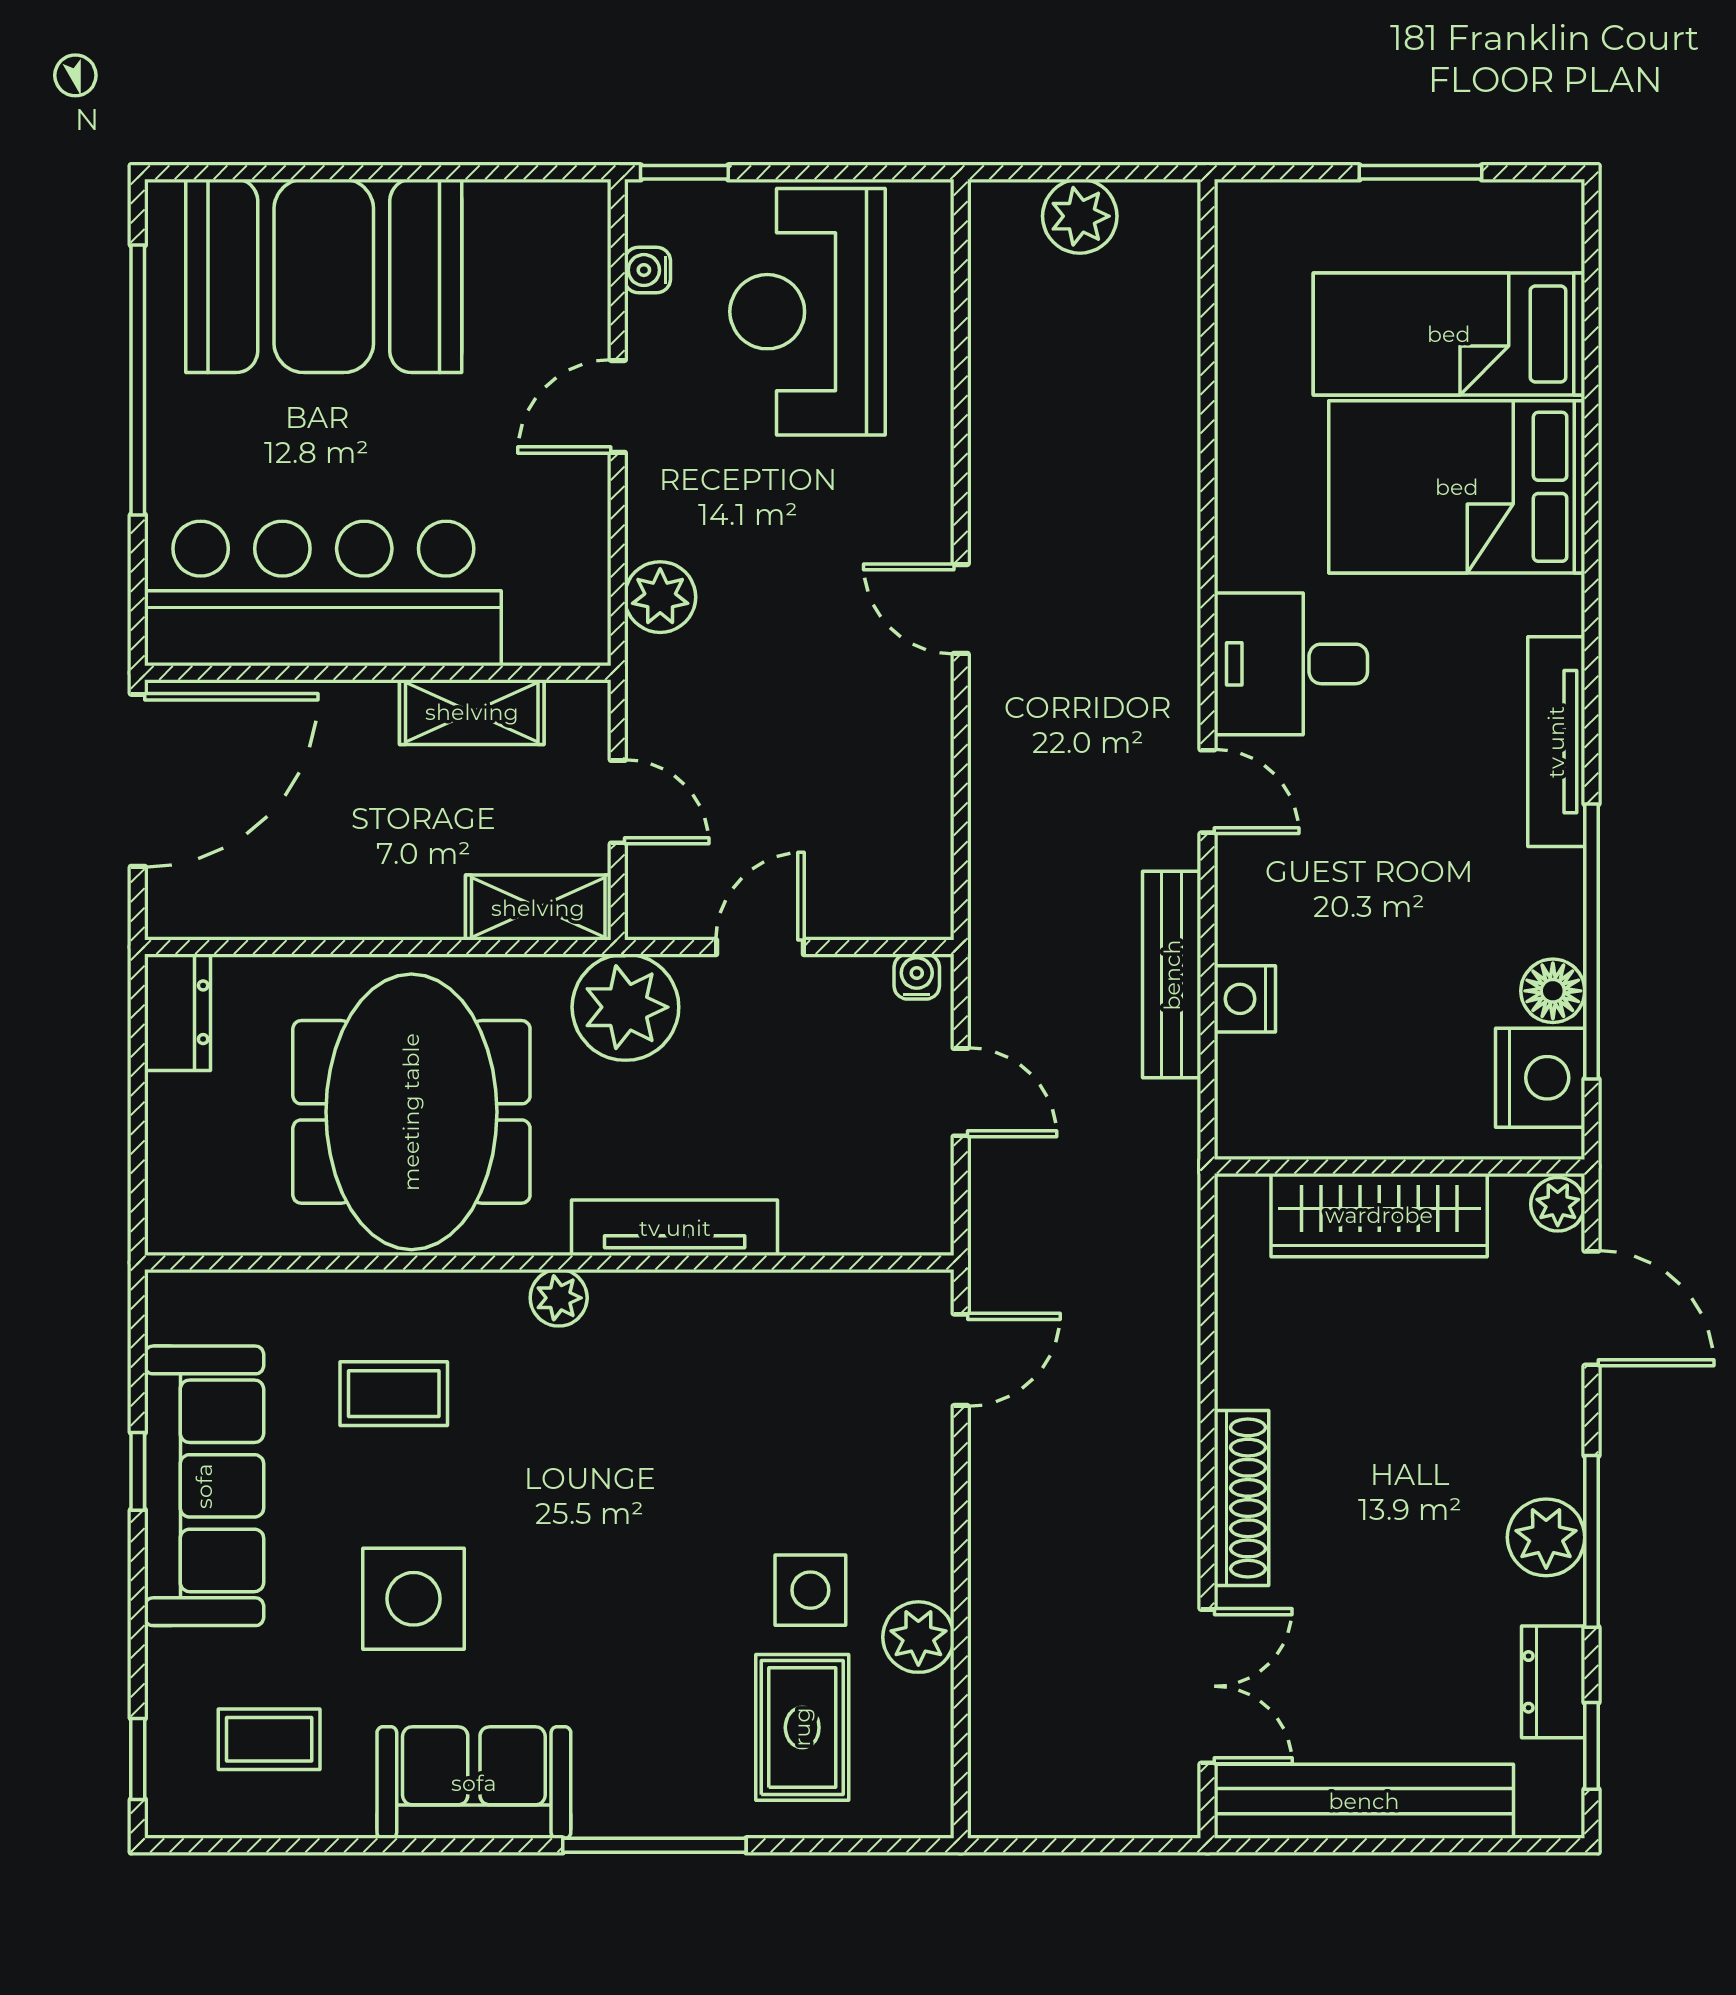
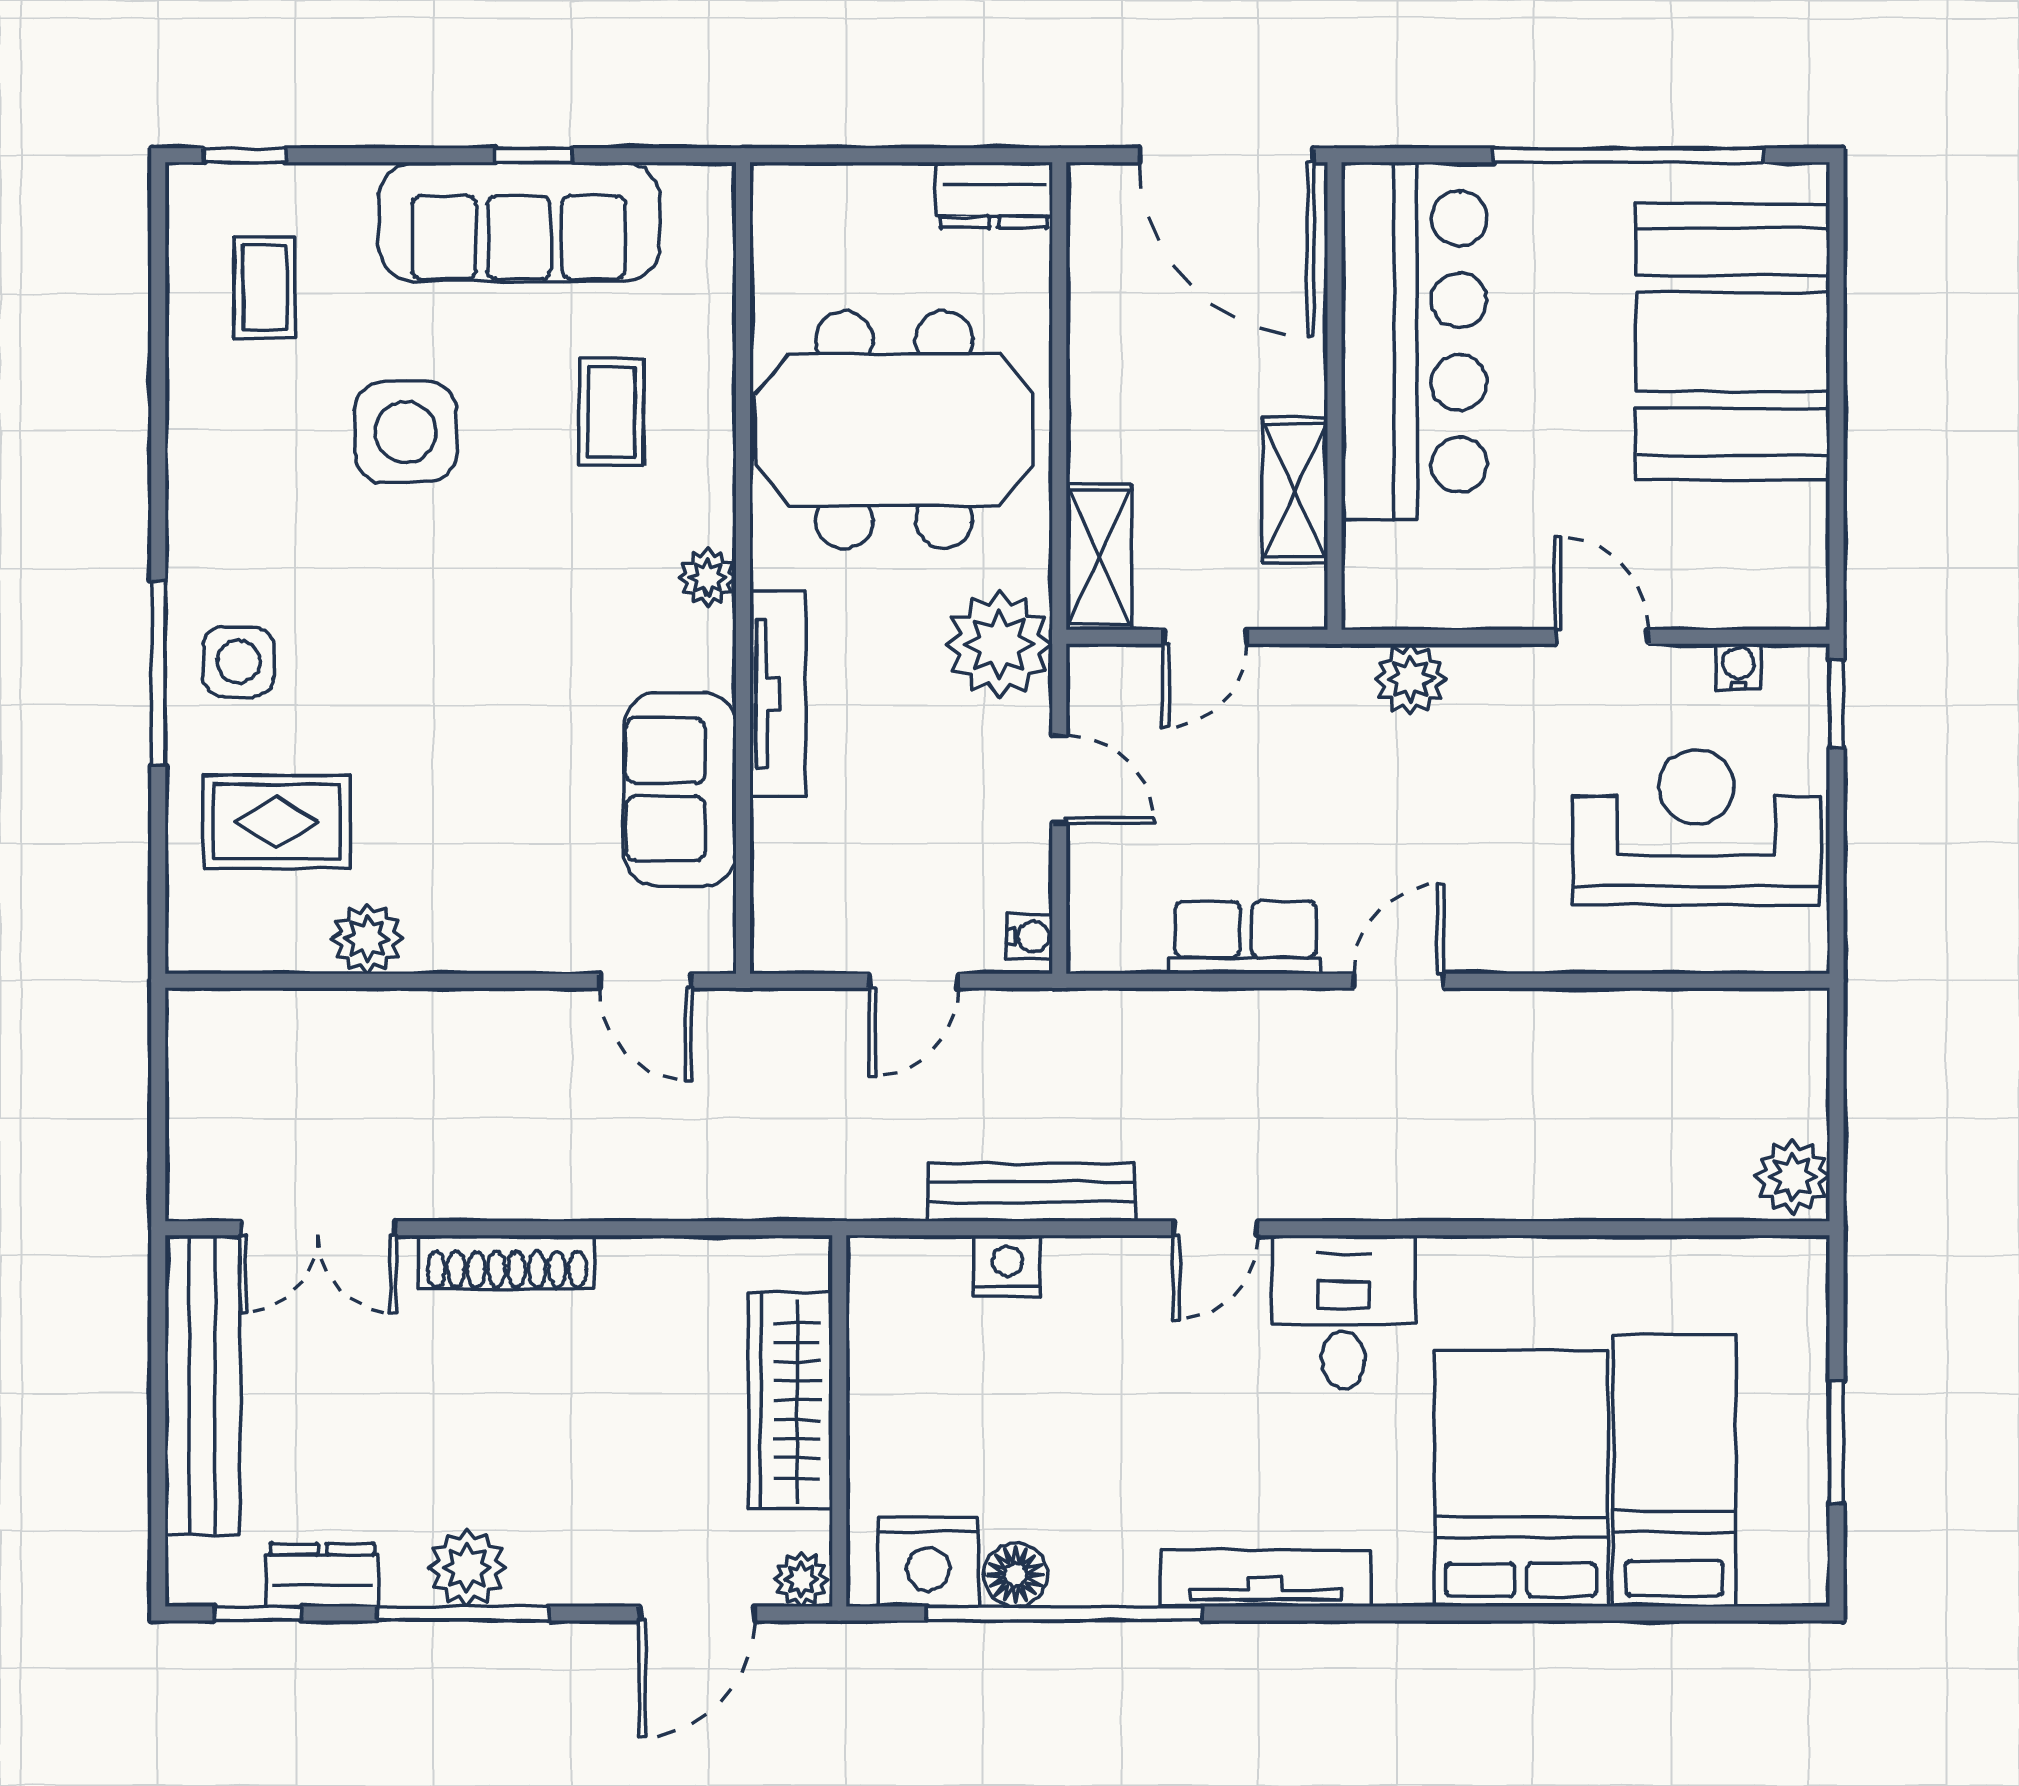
plant: (1080, 216) -> (1792, 1177), moved
row of seats: (917, 761) -> (1246, 937), added
side table: (810, 1590) -> (239, 662), moved
sofa: (474, 1783) -> (680, 789), moved, turned 180

